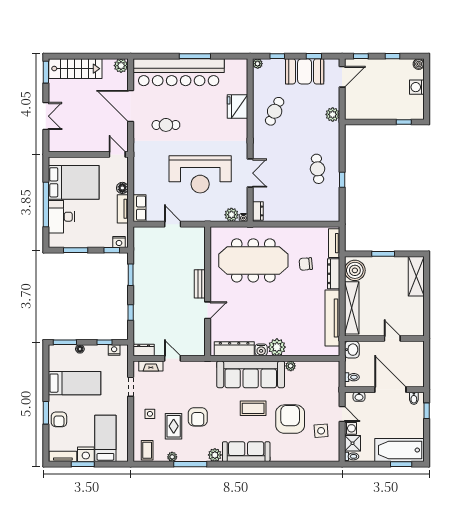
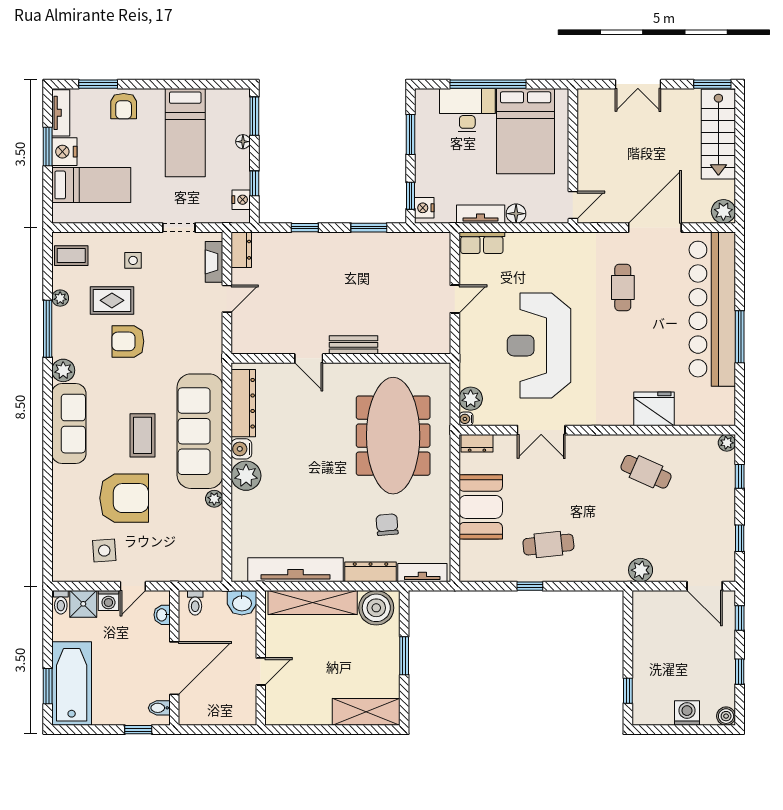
booth: (305, 71) -> (481, 507), moved
window: (46, 413) -> (98, 84), moved
armchair: (59, 419) -> (124, 106), turned -90

